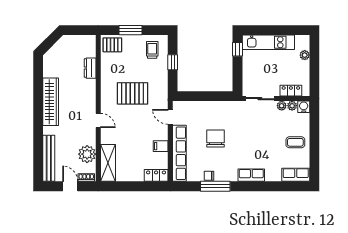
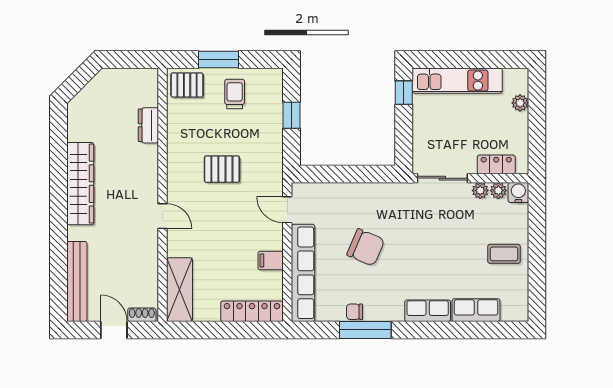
trolley: (152, 50) -> (235, 94), moved
pallet: (133, 93) -> (222, 169), width x0.67, depth x0.71
chair: (216, 139) -> (366, 247), turned 113
plant: (87, 154) -> (143, 274), removed
locker: (156, 175) -> (252, 311), width x1.53
row of seats: (296, 175) -> (476, 310), moved

